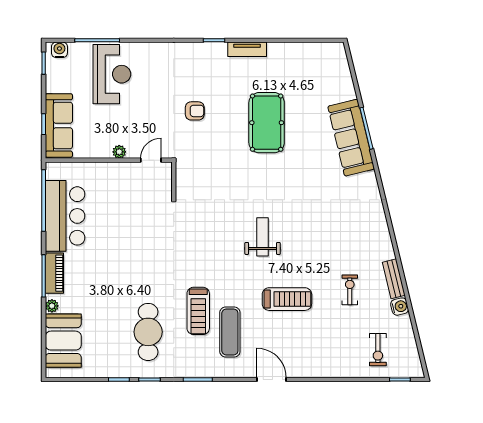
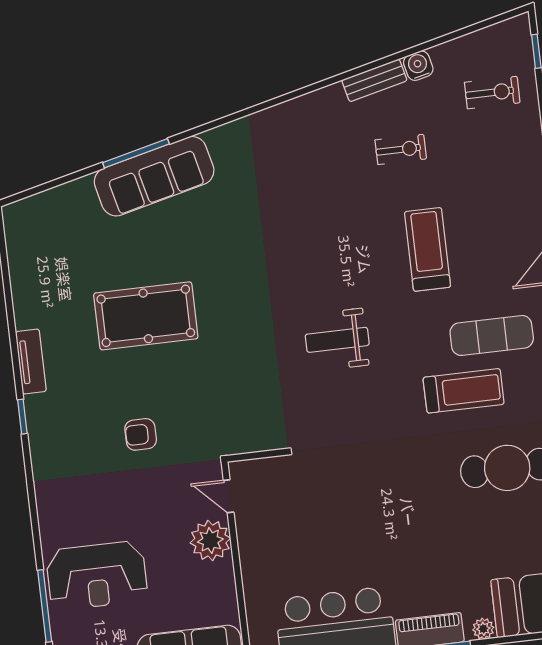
reception desk: (112, 74) -> (97, 576), turned 180
armchair: (195, 111) -> (141, 434), turned -90
plant: (119, 152) -> (210, 541), width x1.87, depth x1.87
weight bench: (263, 237) -> (337, 340), moved
exercise bike: (350, 290) -> (401, 149), turned 180

